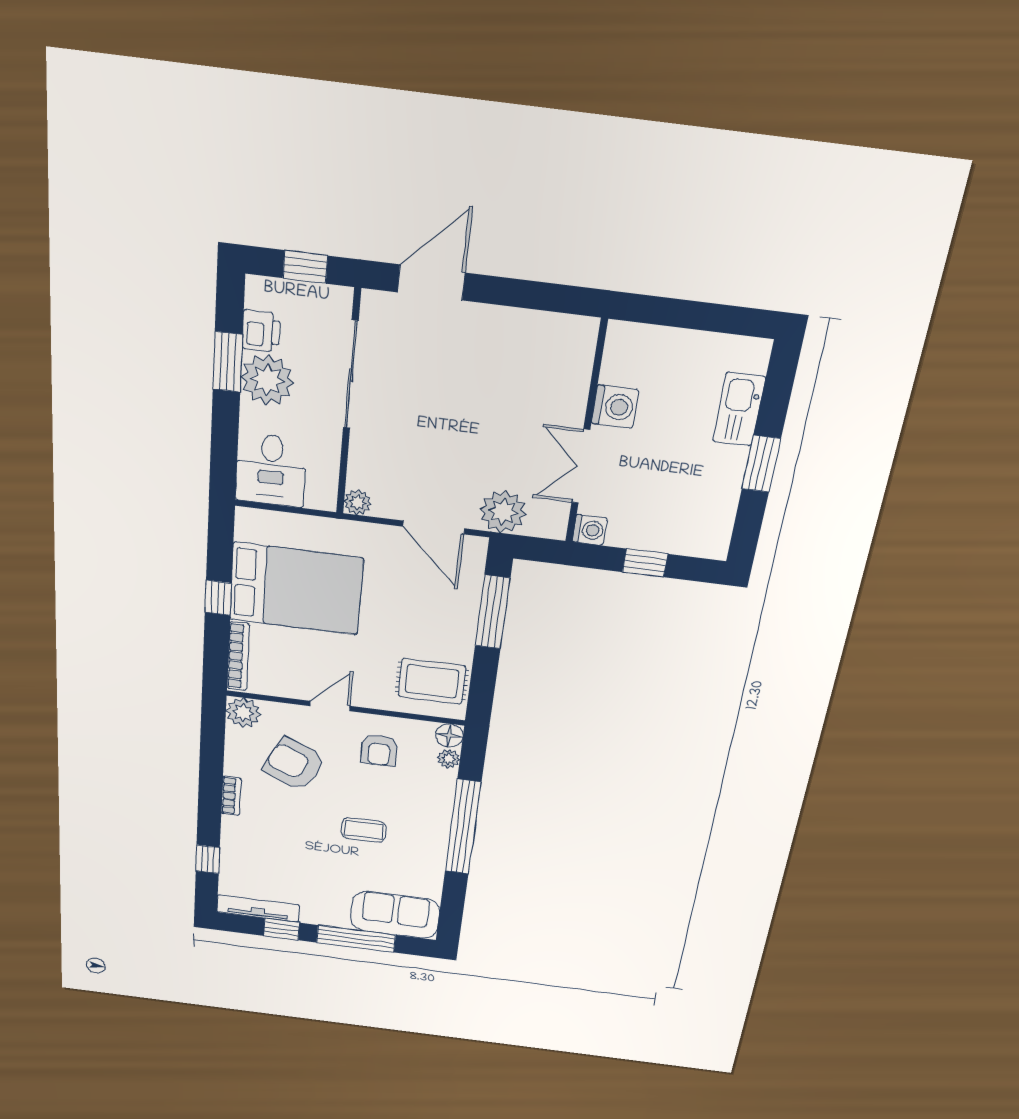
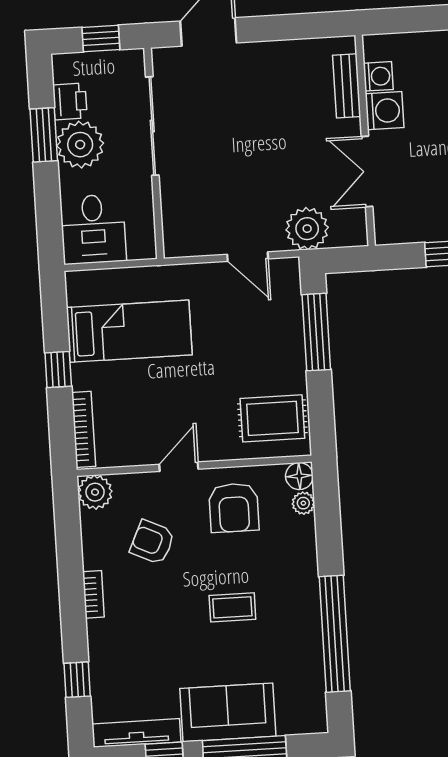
bench: (578, 372) -> (347, 86), added
plant: (358, 502) -> (175, 245), removed
door: (434, 527) -> (248, 257), width x0.73
washing machine: (590, 530) -> (378, 76), moved
bed: (296, 589) -> (129, 331), width x0.67
armchair: (379, 750) -> (234, 508), width x1.38, depth x1.38
armchair: (294, 764) -> (152, 542), width x0.72, depth x0.72
window: (463, 827) -> (335, 634), moved
sofa: (395, 915) -> (228, 712), moved

